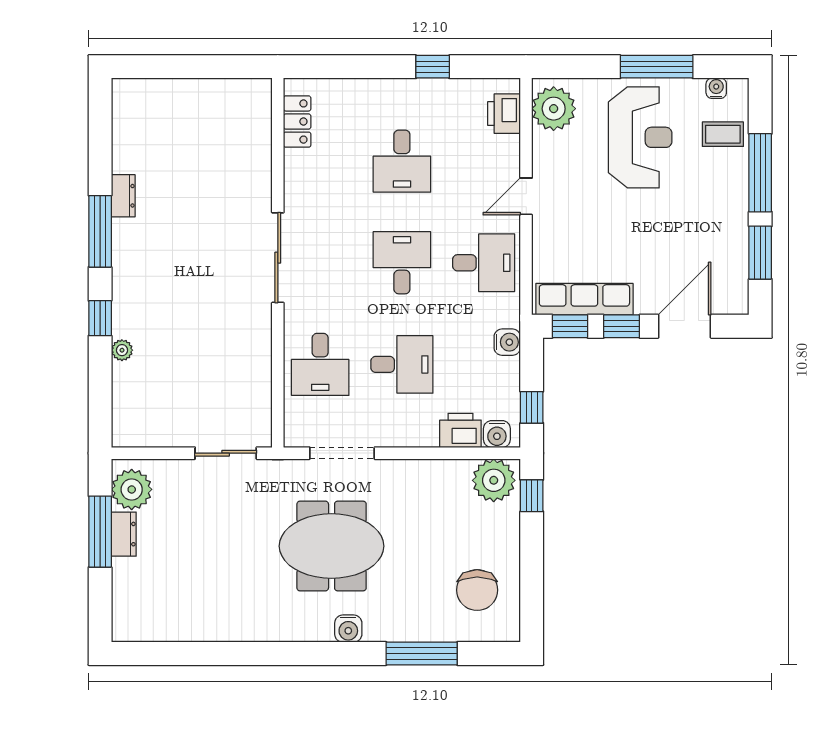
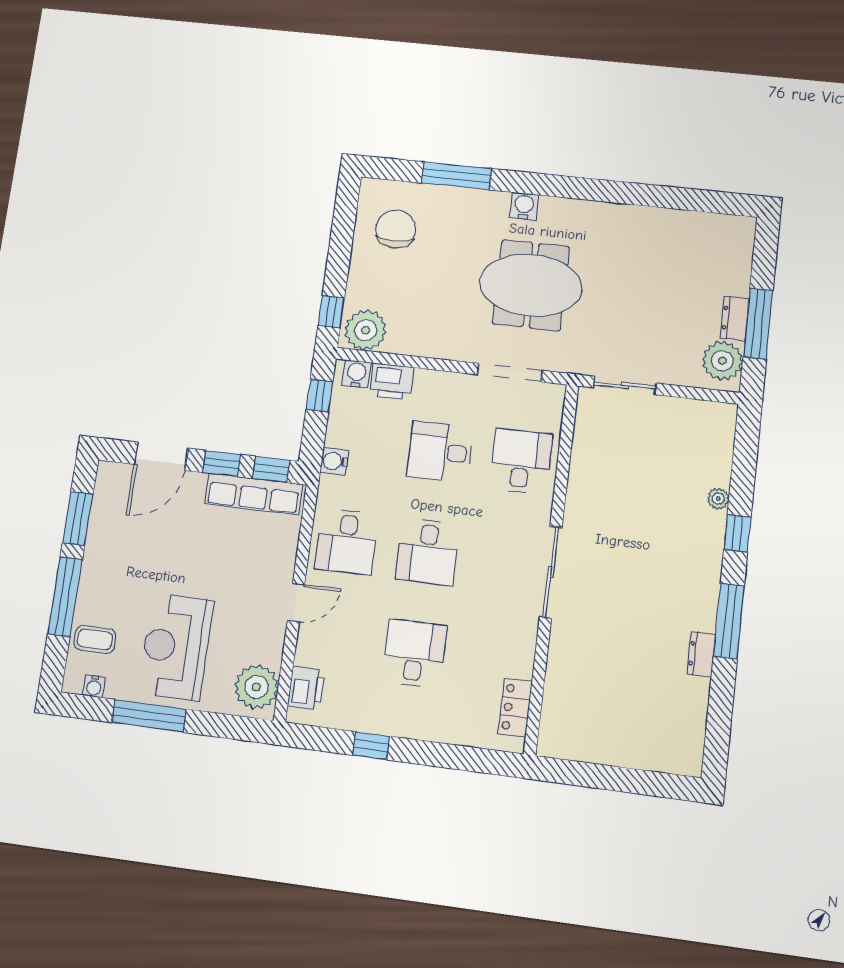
desk: (484, 263) -> (347, 542), turned -90

